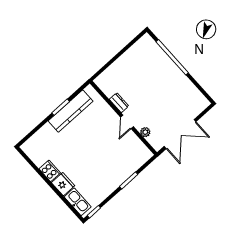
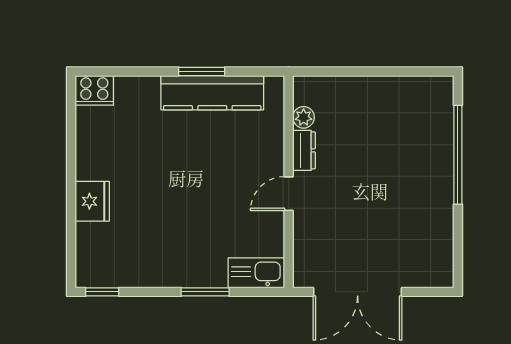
plant: (145, 132) -> (304, 117), moved
cooker: (50, 171) -> (94, 90), moved, turned 90
kitchen sink: (78, 202) -> (256, 273), moved, turned -90

